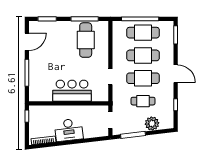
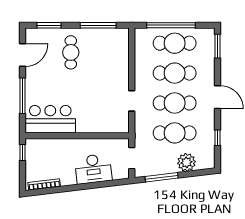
cafe table: (86, 40) -> (71, 52), moved, width x0.73, depth x0.74
bar counter: (72, 91) -> (50, 119), moved
cafe table: (143, 101) -> (175, 133), width x1.37, depth x1.35
desk: (69, 130) -> (93, 169), moved

